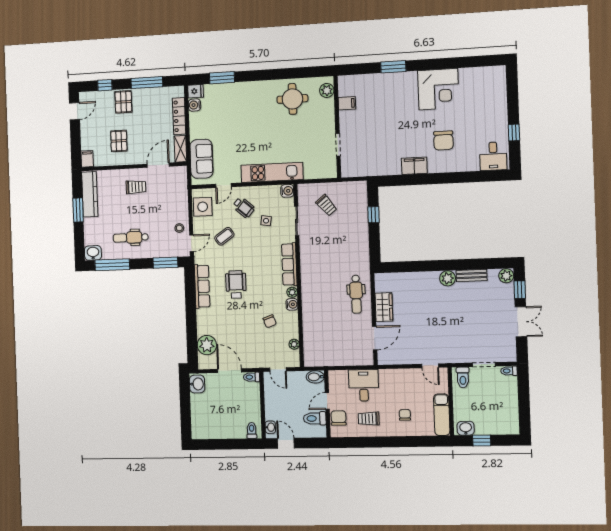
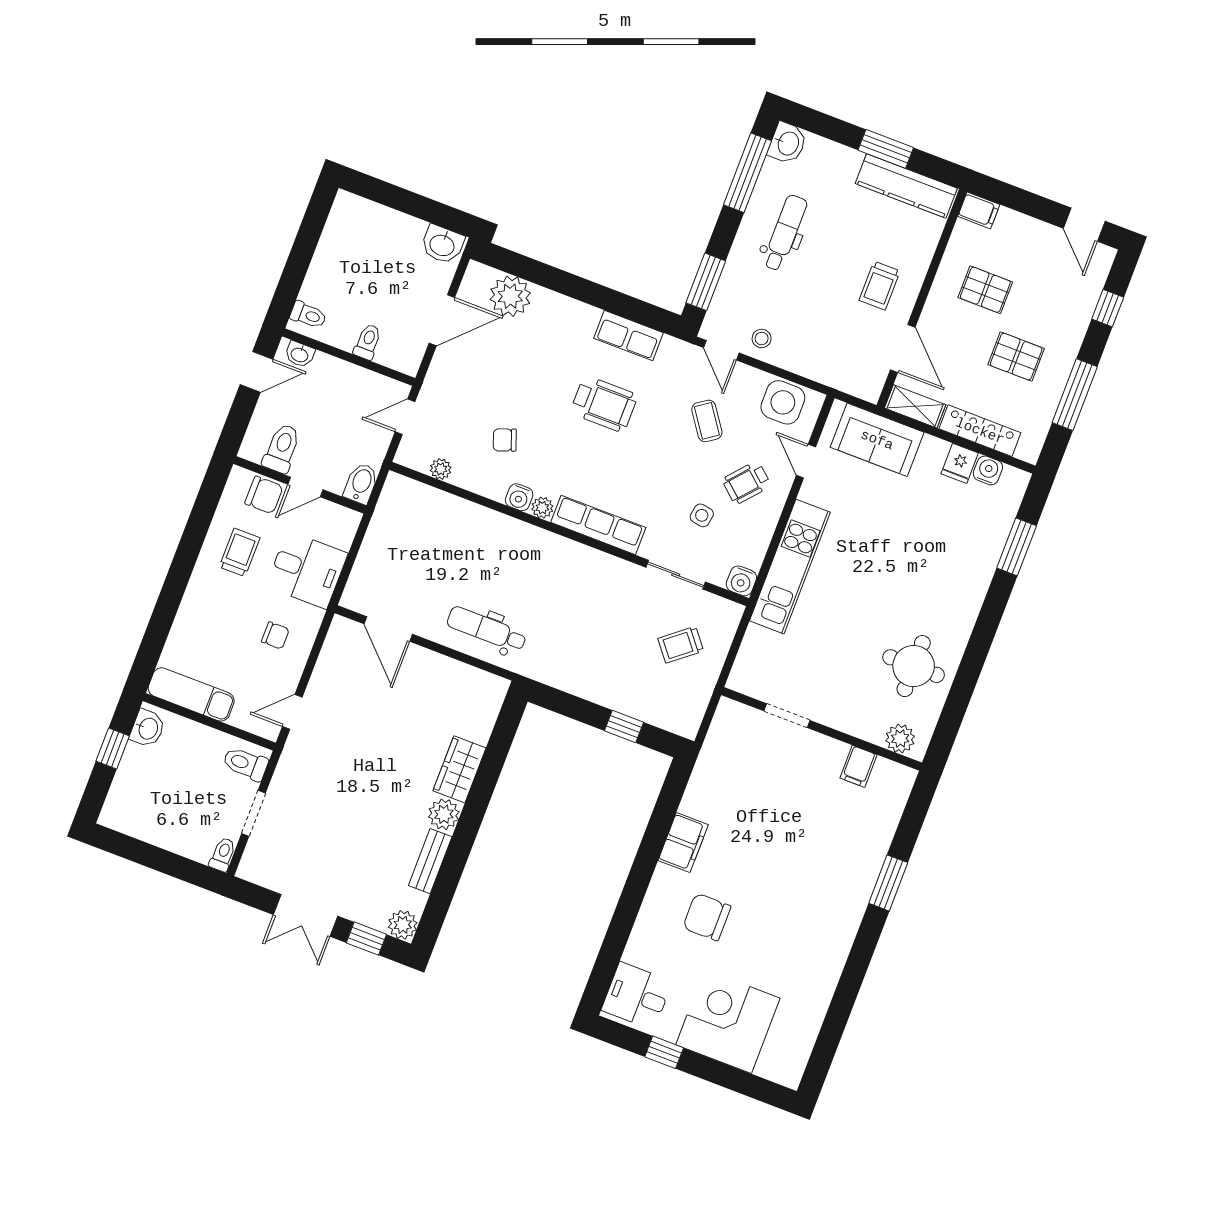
corner desk: (438, 89) -> (728, 1021), moved, turned 90
fridge: (196, 91) -> (960, 463), moved
pallet: (123, 102) -> (1016, 357), moved
row of seats: (202, 286) -> (629, 335), width x0.68
wardrobe: (384, 307) -> (459, 769), moved, turned 90
toilet: (252, 377) -> (368, 342), moved
door: (327, 401) -> (305, 487), swing flipped
chair: (405, 415) -> (275, 635), moved

